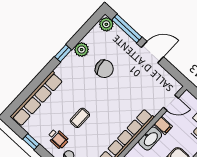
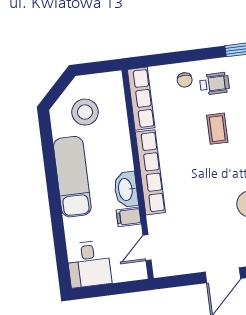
wheelchair: (58, 139) -> (215, 84), turned 180

